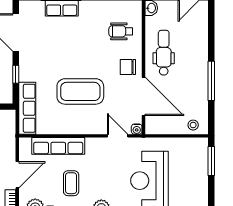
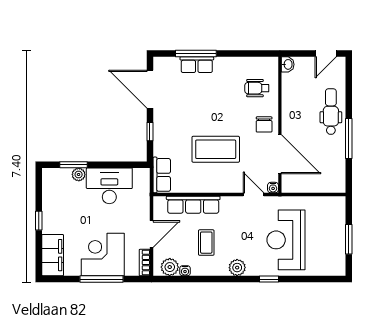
dental chair: (164, 53) -> (331, 112), moved
chair: (128, 67) -> (264, 124), turned -90
row of seats: (27, 108) -> (162, 175), width x0.68
stool: (193, 125) -> (330, 183), removed
window: (211, 161) -> (349, 239), moved

